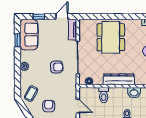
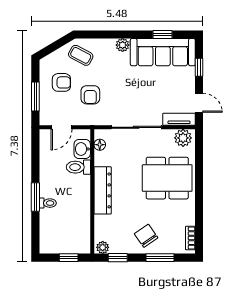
plant: (85, 27) -> (183, 138), added
sofa: (29, 35) -> (163, 52), width x1.36
armchair: (57, 67) -> (90, 95), moved
washbasin: (134, 93) -> (82, 149), moved

